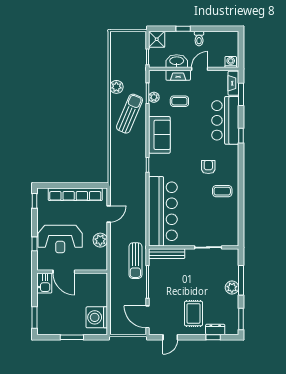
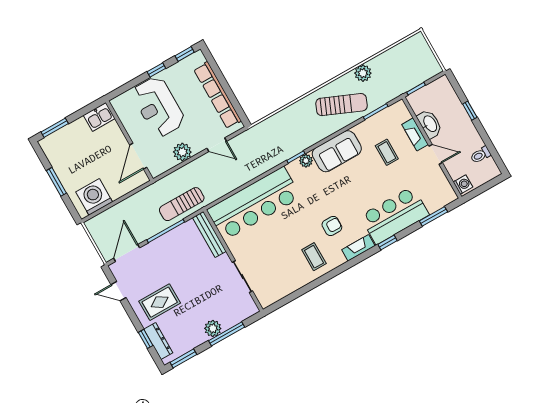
shower: (157, 39) -> (441, 88), removed
toilet: (199, 39) -> (481, 155), moved
fireplace: (233, 83) -> (358, 248), moved
plant: (154, 97) -> (306, 161), moved
window: (35, 244) -> (156, 70), moved
door: (64, 272) -> (138, 156), moved
dresser: (215, 329) -> (158, 341), width x1.44

